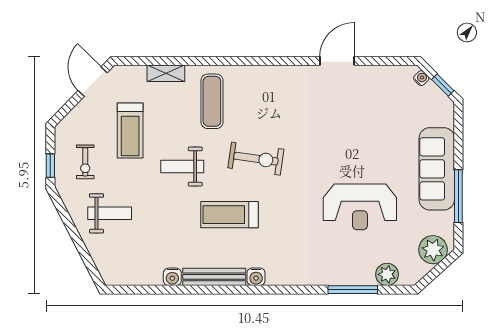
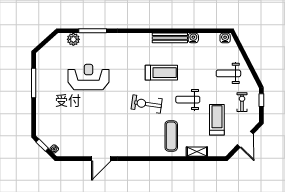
door: (93, 82) -> (245, 139), moved
weight bench: (182, 167) -> (188, 100), turned 180
sofa: (437, 169) -> (46, 98), removed
plant: (433, 250) -> (48, 53), removed
water cooler: (256, 277) -> (225, 38), moved

